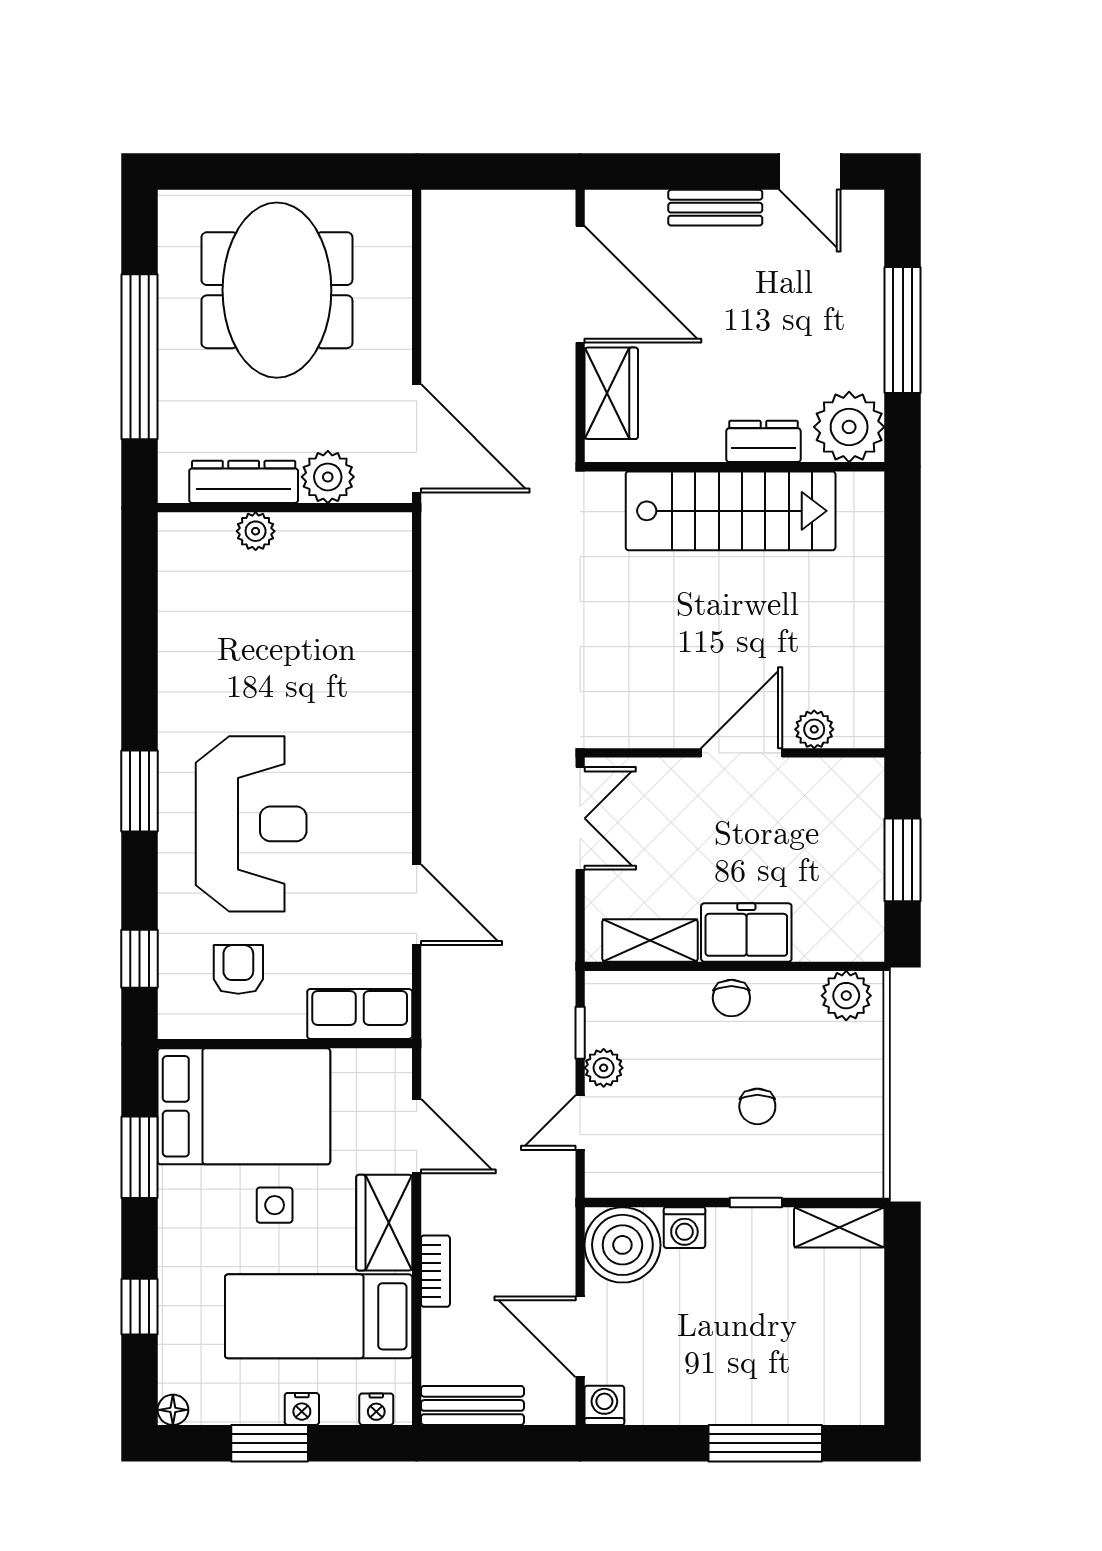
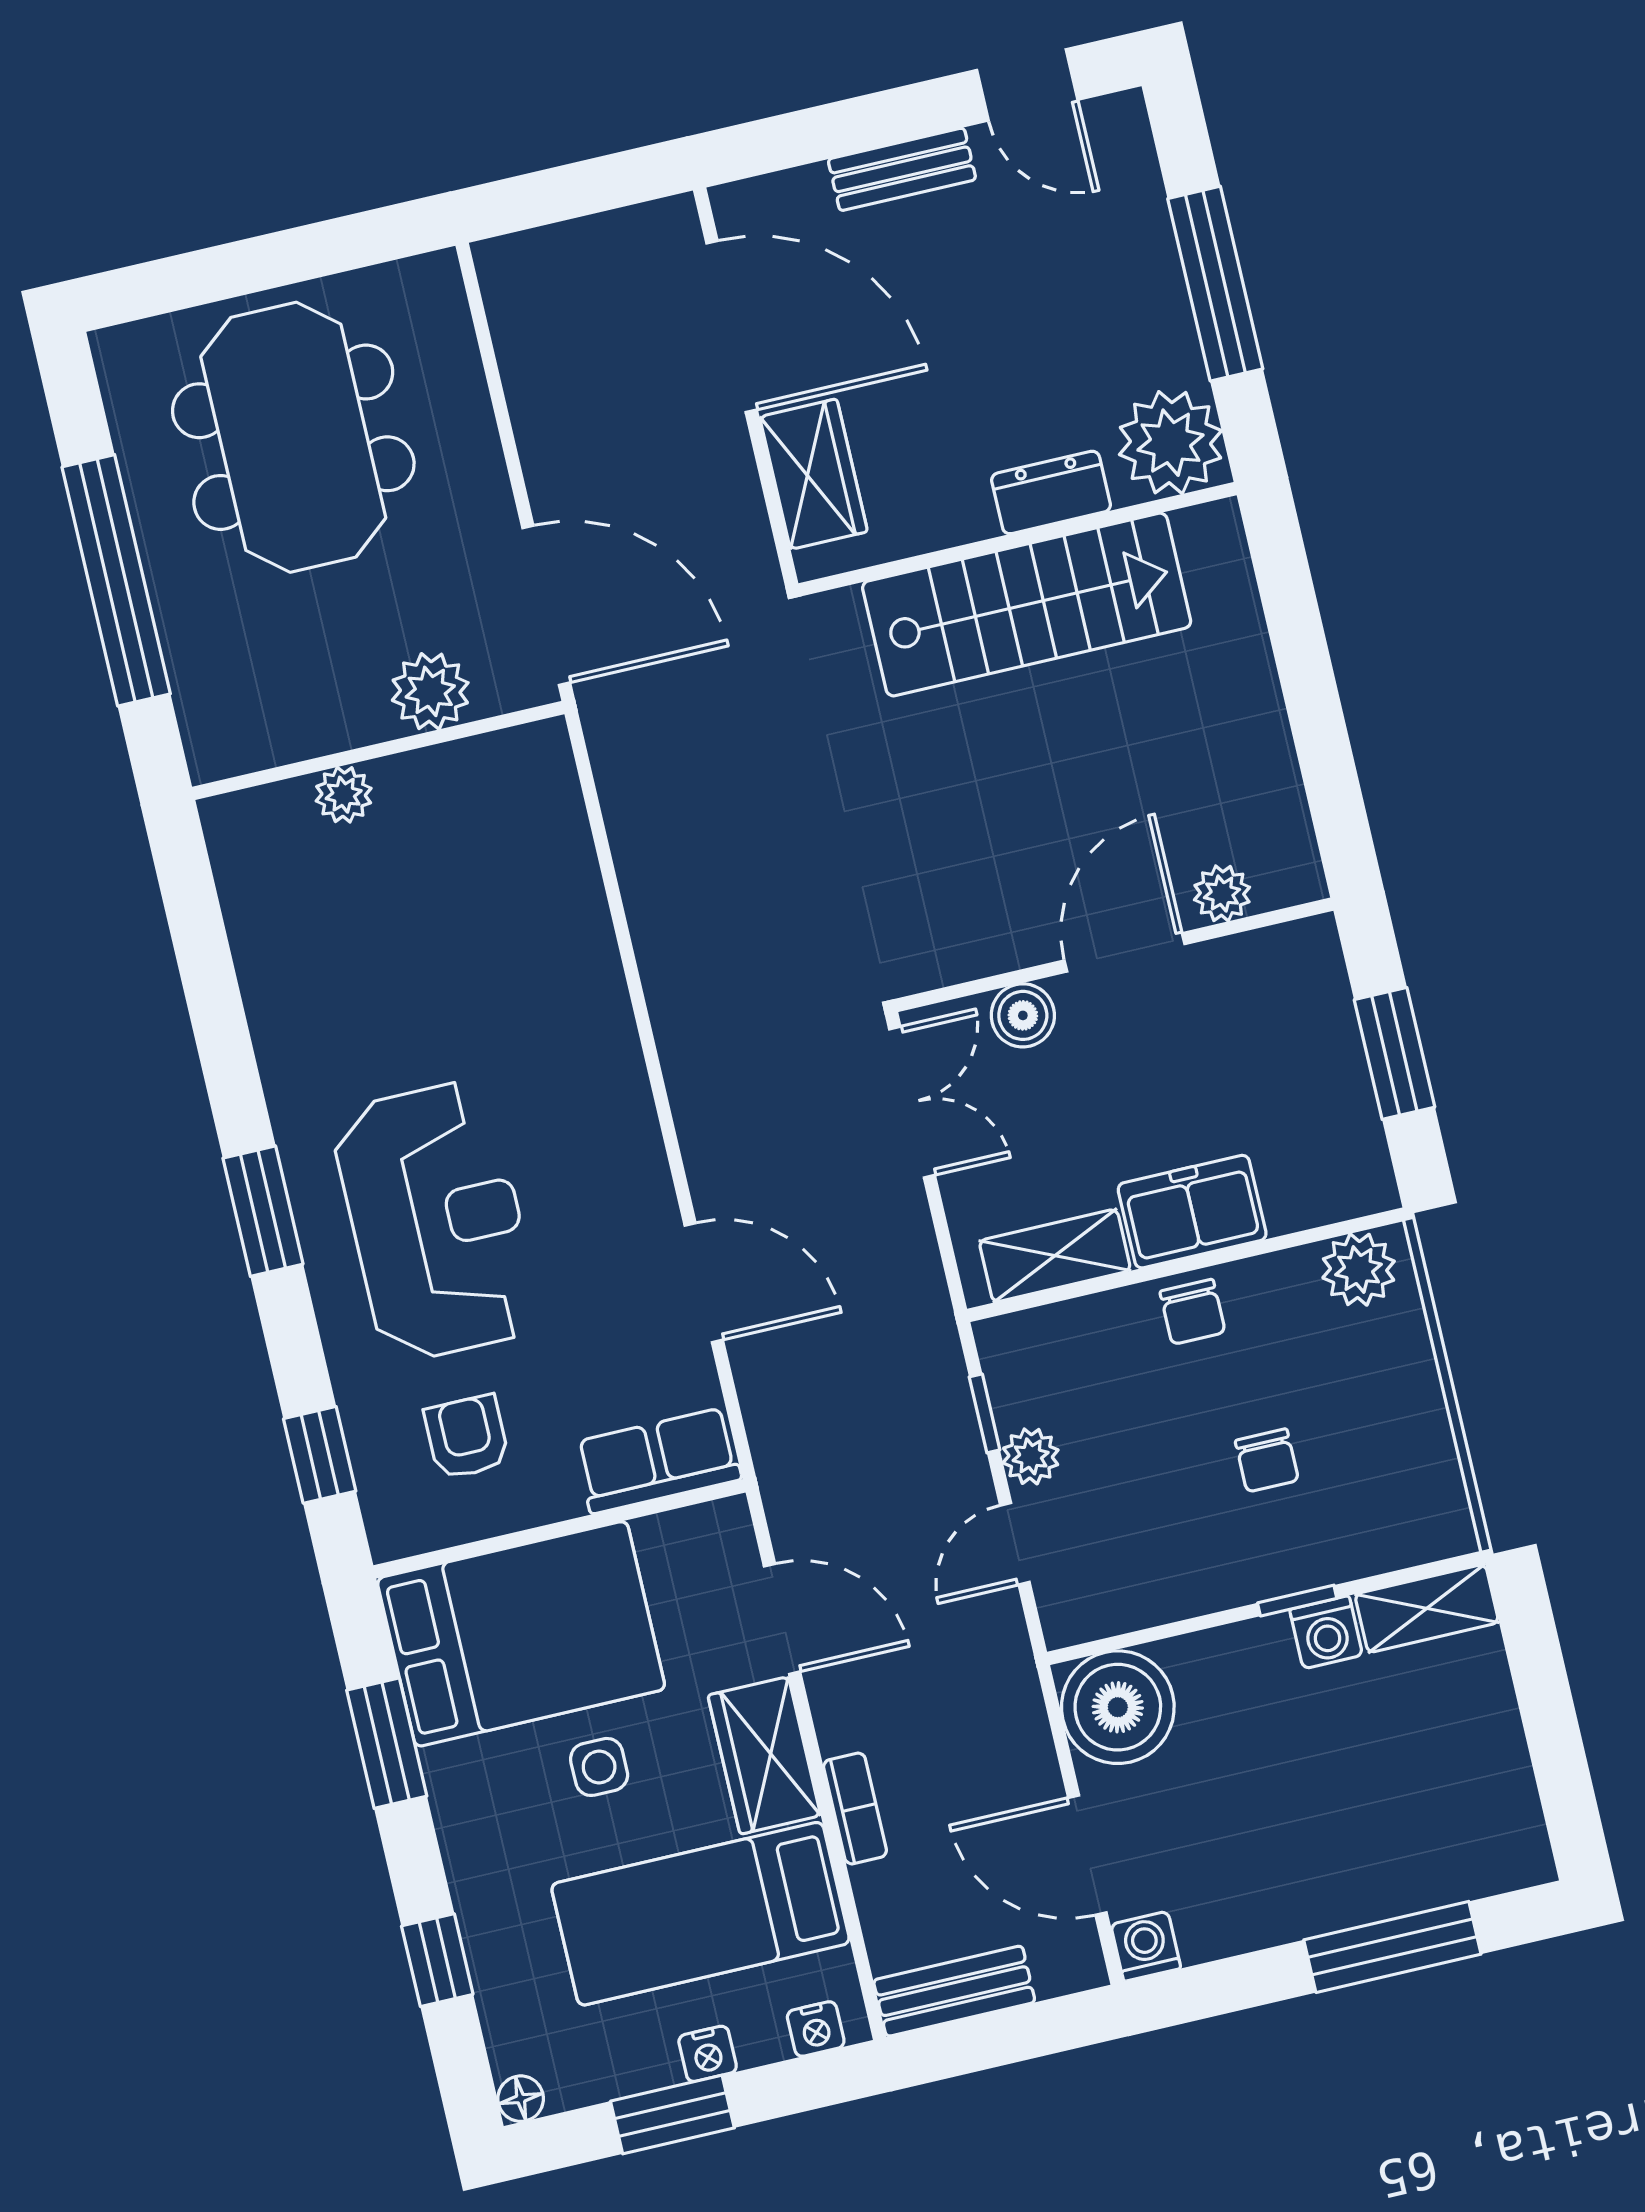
dresser: (244, 482) -> (310, 727), removed
boiler: (666, 779) -> (1023, 1015), added
washing machine: (684, 1228) -> (1326, 1632), moved

